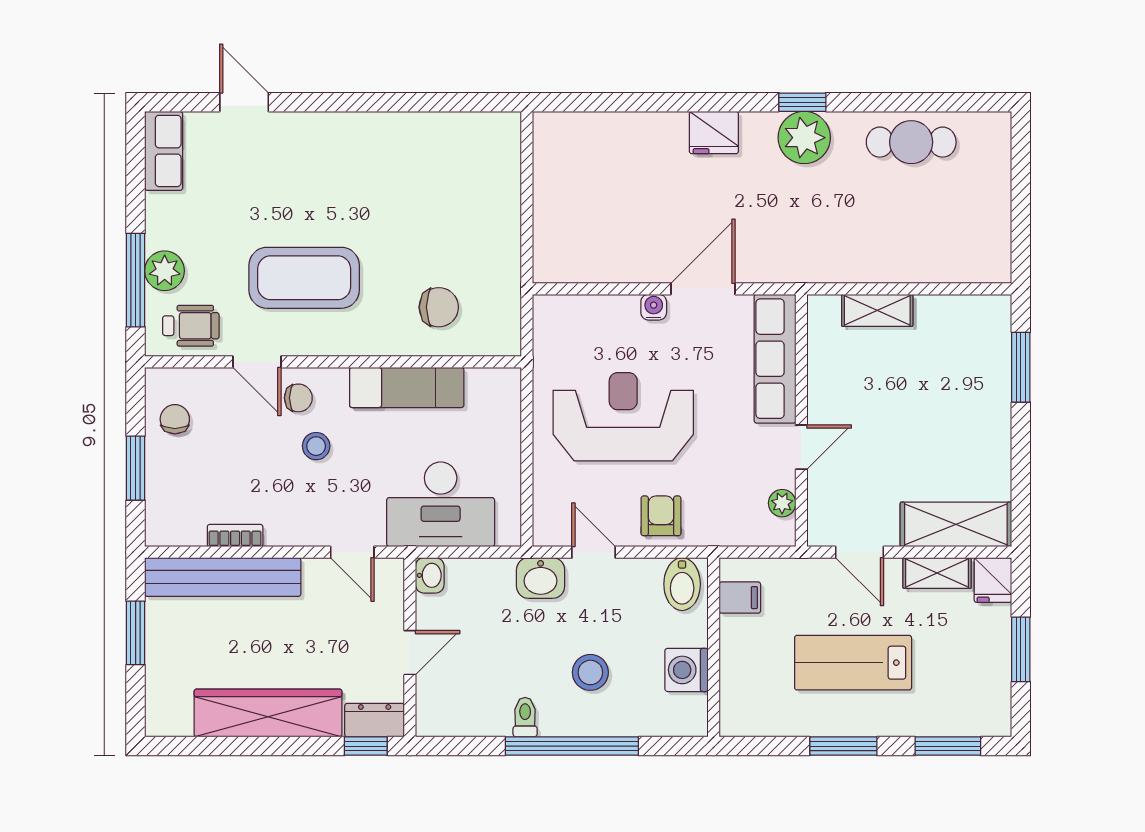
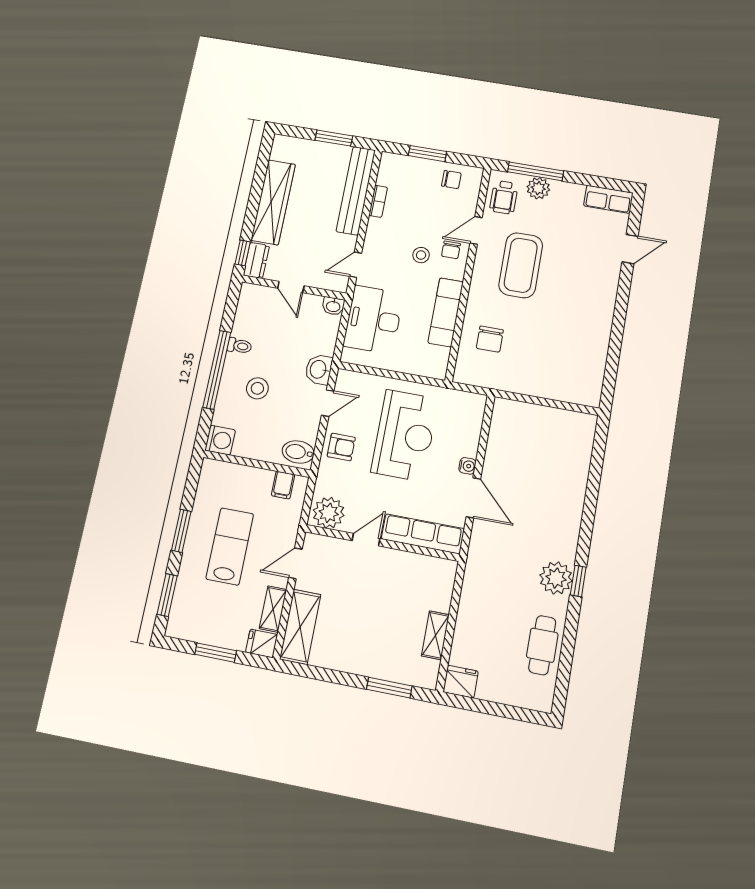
fridge: (714, 133) -> (461, 682), moved, turned 90
shelving: (877, 310) -> (435, 635), moved
door: (801, 447) -> (366, 540), swing flipped
plant: (782, 503) -> (329, 513), width x1.87, depth x1.87
washing machine: (686, 670) -> (220, 440), moved, turned 90

